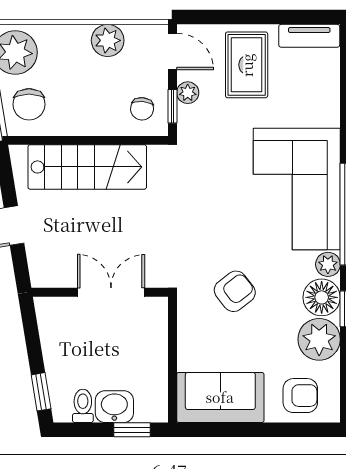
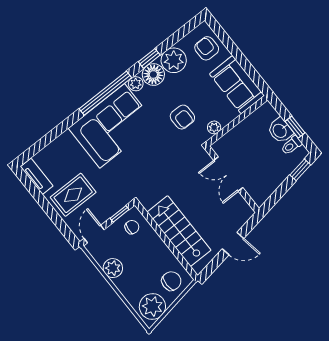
plant: (188, 93) -> (214, 127), moved
armchair: (235, 291) -> (182, 117), turned -142
window: (132, 430) -> (295, 127), moved

